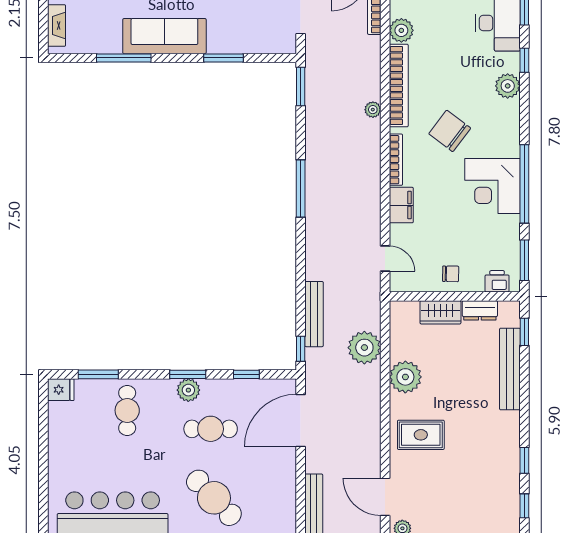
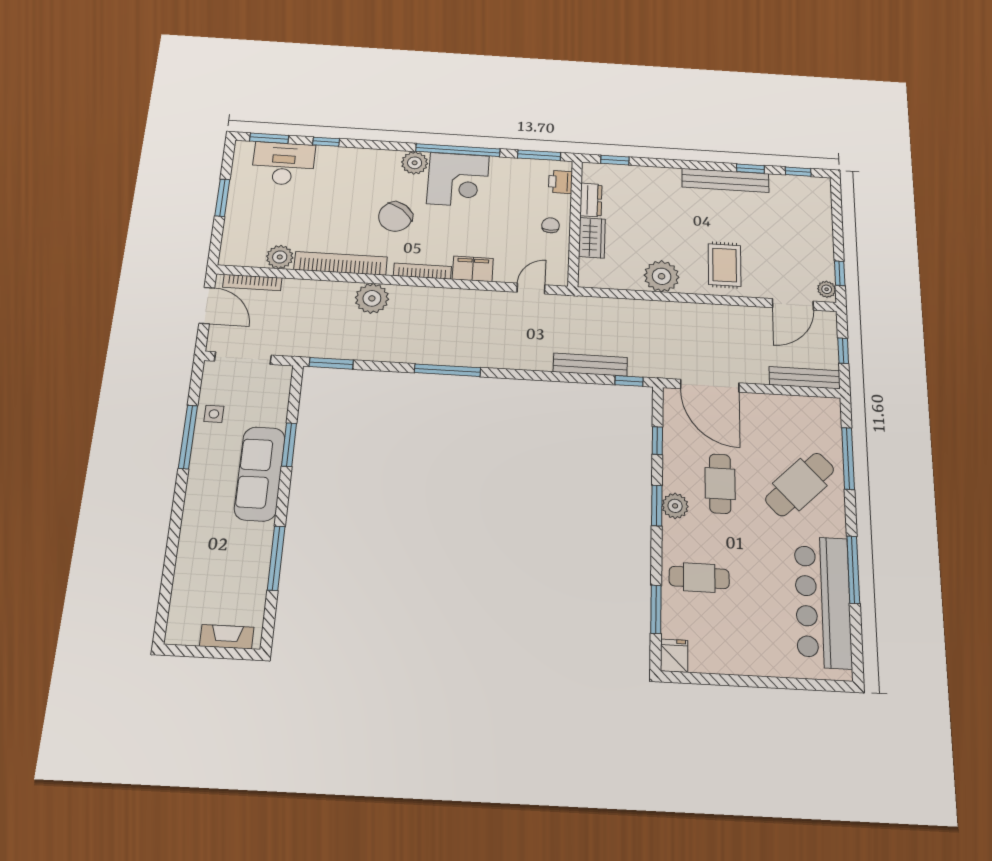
sofa: (164, 36) -> (260, 474), moved
plant: (508, 86) -> (415, 163), moved
plant: (373, 110) -> (372, 298), width x1.88, depth x1.88
plant: (364, 348) -> (629, 315), removed
bench: (510, 369) -> (725, 180), moved

